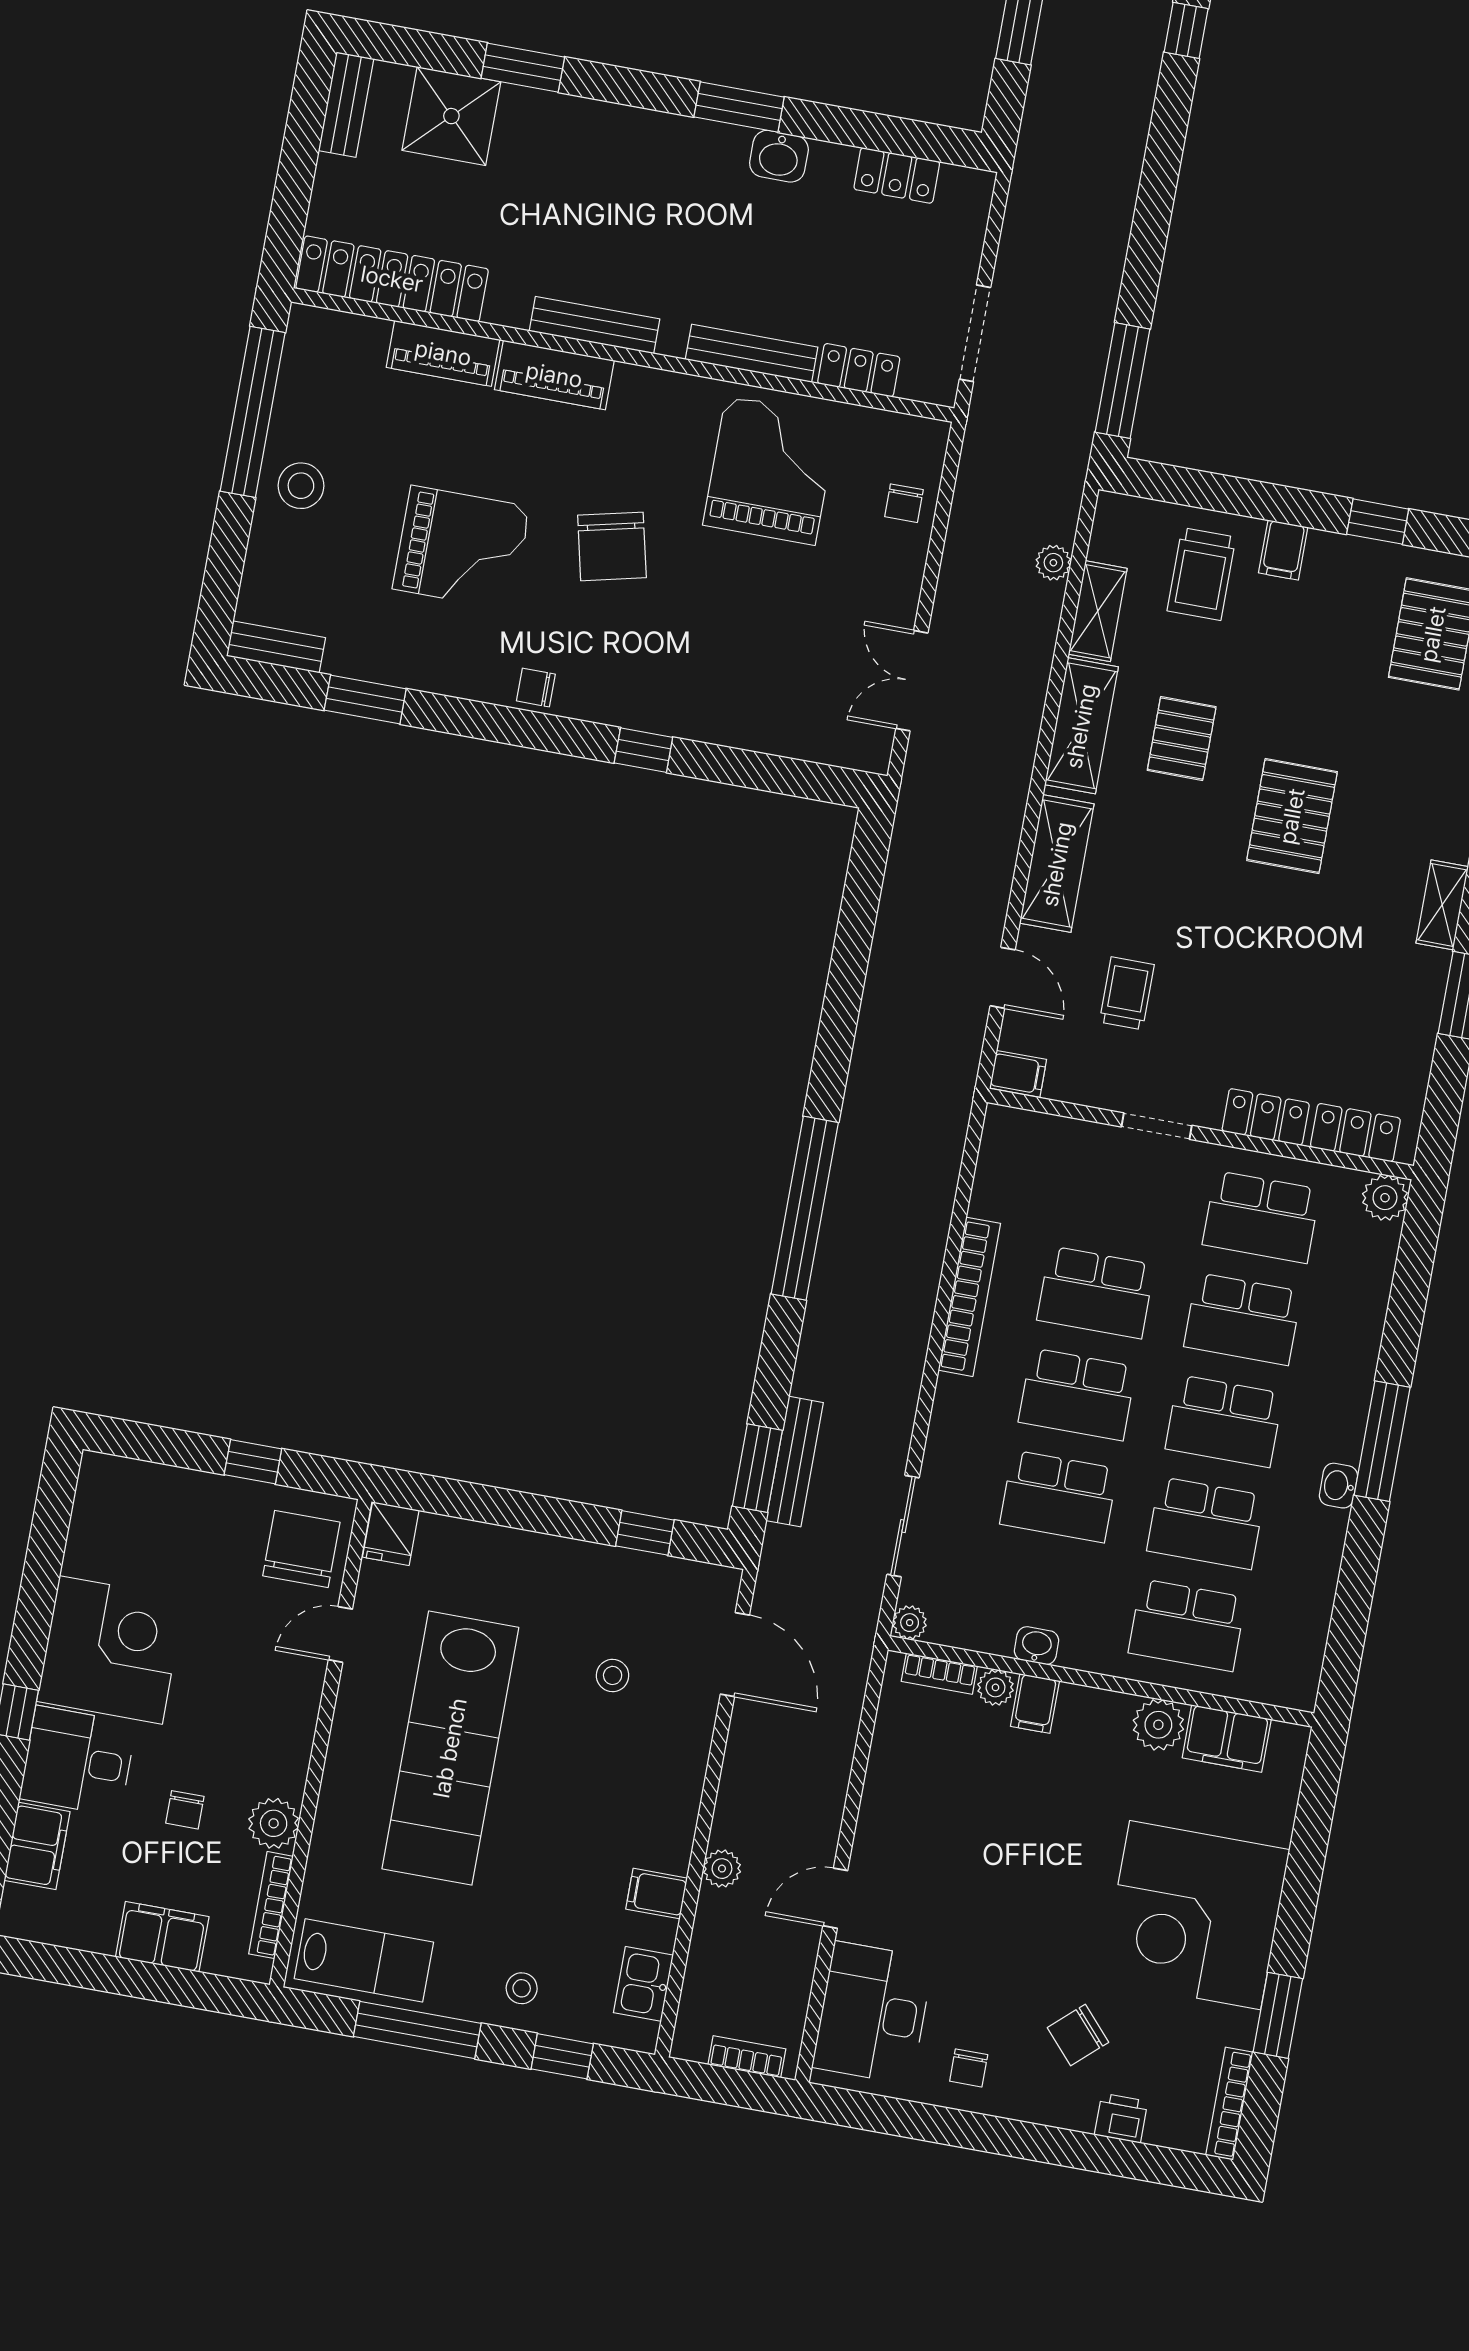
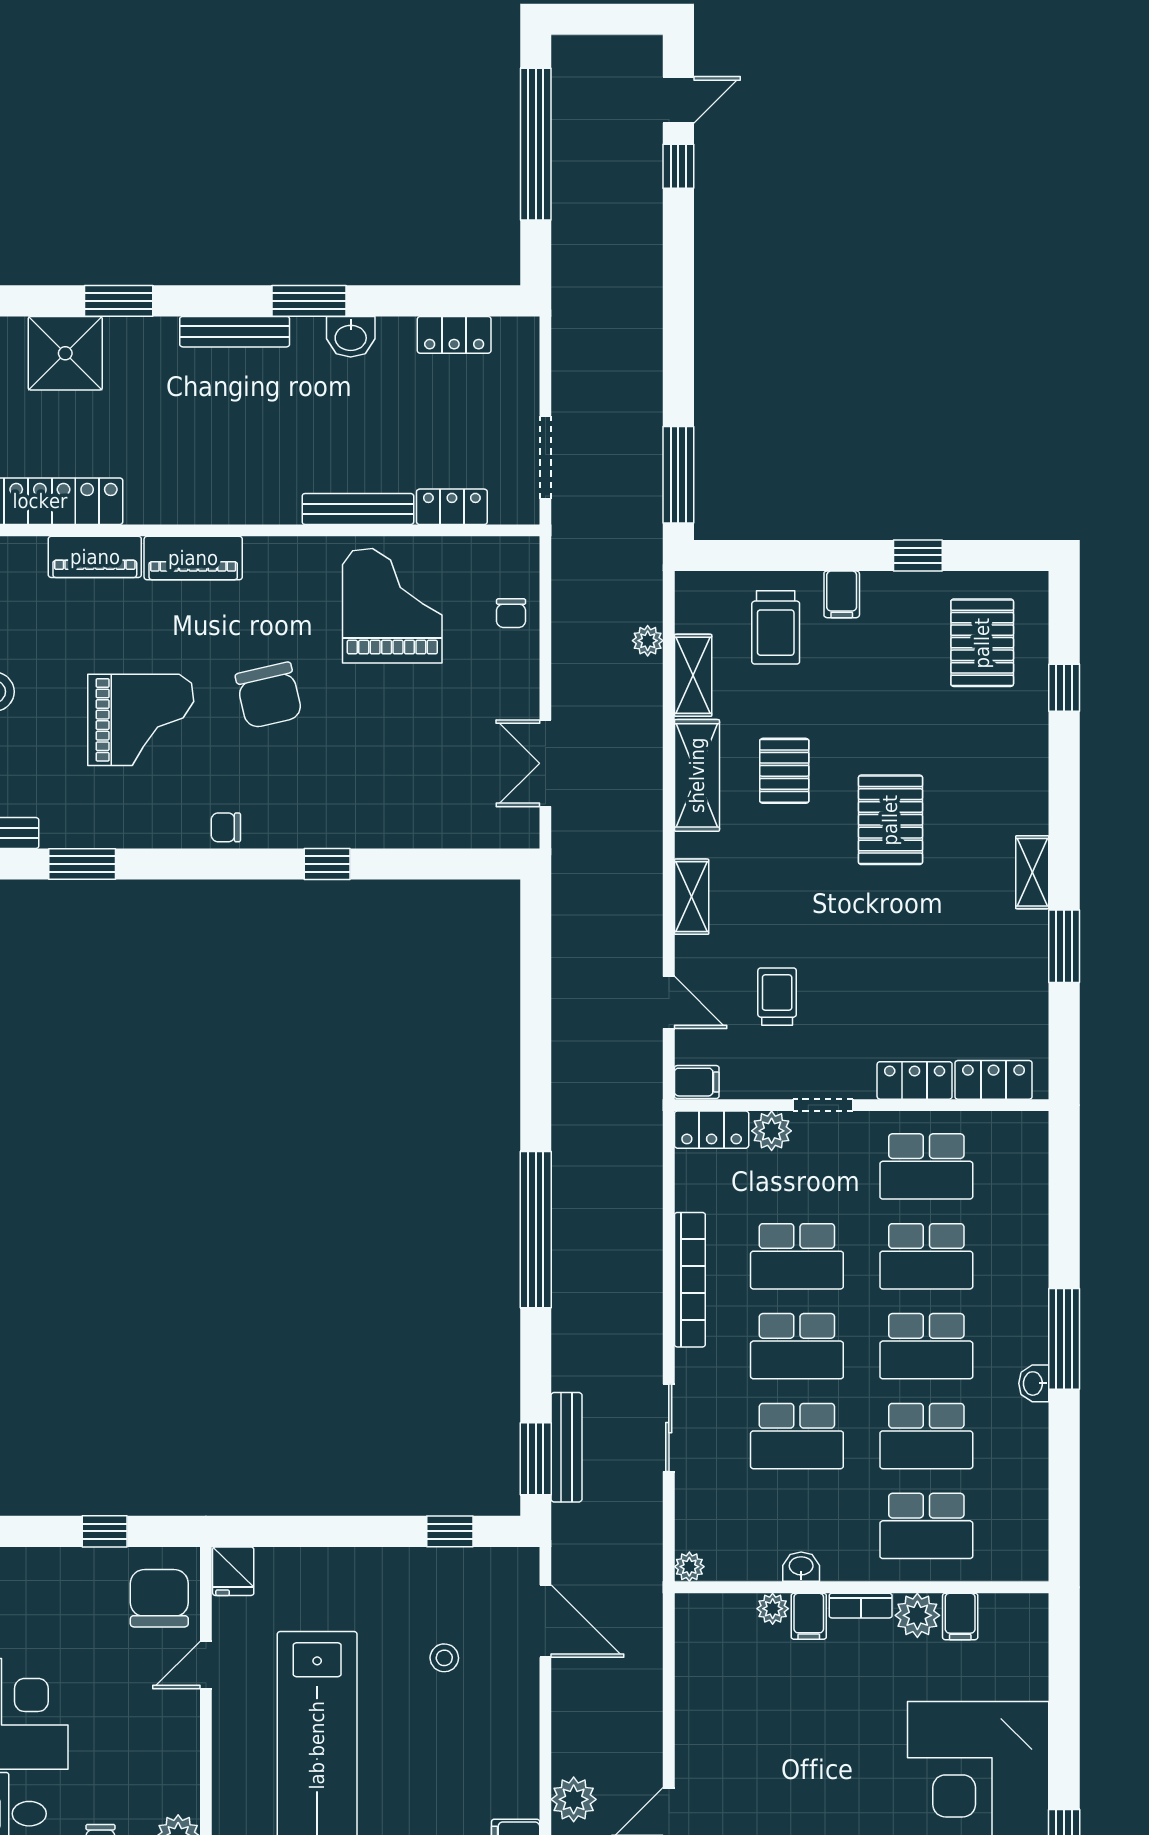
bench: (595, 325) -> (235, 332), moved
shelving: (1057, 864) -> (692, 897), width x0.67, depth x0.75
locker: (1025, 1131) -> (712, 1130), added
plant: (1385, 1198) -> (772, 1131), moved
sliding door: (903, 1526) -> (669, 1428), moved
bookcase: (939, 1674) -> (861, 1606), moved
filing cabinet: (1227, 1739) -> (960, 1616), width x0.50
plant: (722, 1869) -> (574, 1799), width x1.38, depth x1.38

